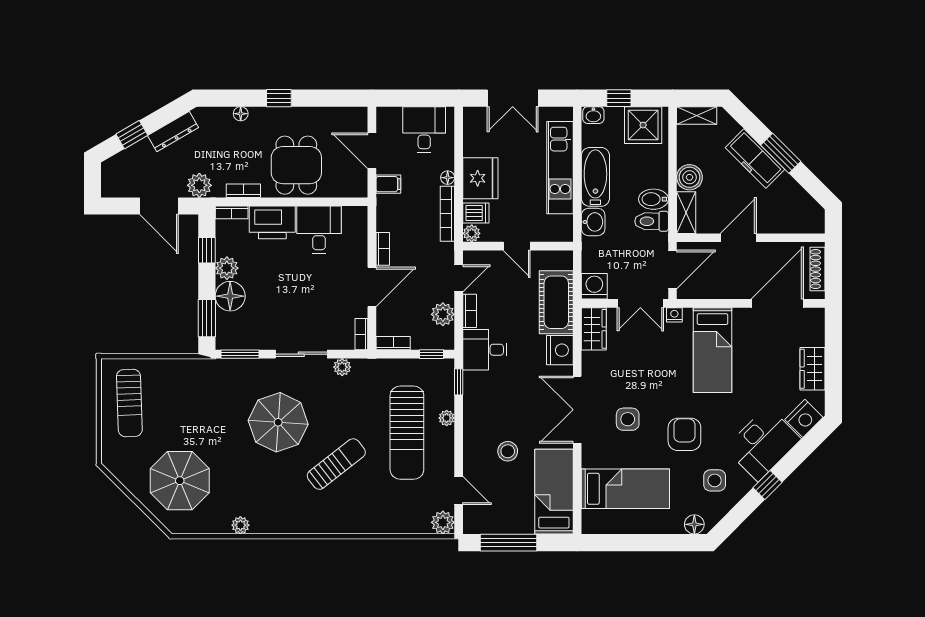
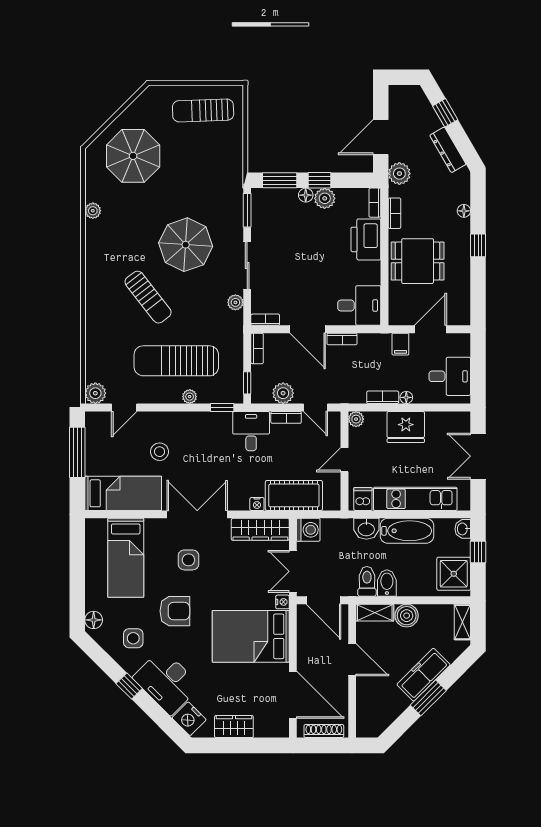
dishwasher: (476, 213) -> (363, 499), moved, turned 180
bookcase: (447, 214) -> (383, 397), width x0.64
desk: (319, 230) -> (359, 306), moved
window: (207, 250) -> (319, 180), moved
floor lamp: (230, 296) -> (306, 195), width x0.53, depth x0.53
wardrobe: (594, 329) -> (260, 529), width x1.50
nightstand: (560, 350) -> (257, 504), width x0.53, depth x0.56
bed: (713, 350) -> (251, 636), width x1.50

